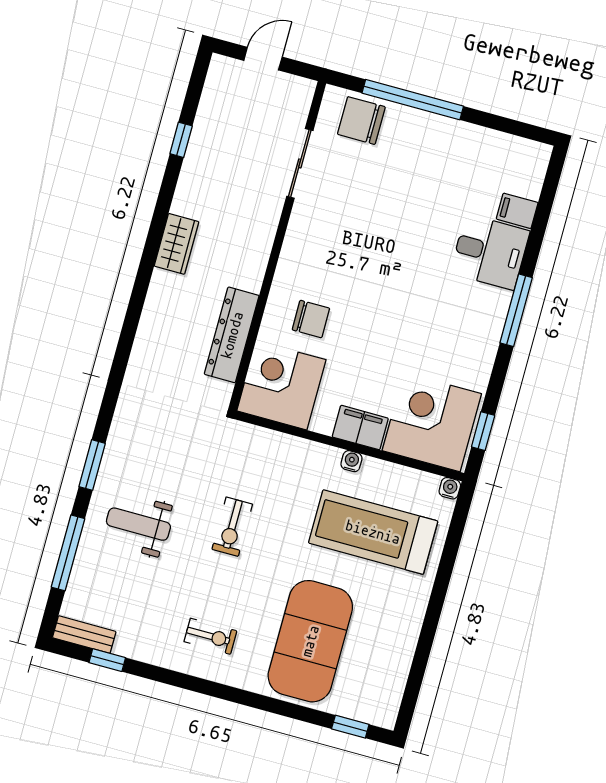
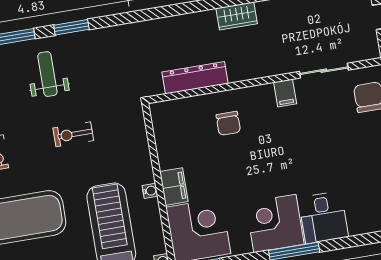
filing cabinet: (517, 211) -> (285, 93), moved, turned 180
corner desk: (281, 385) -> (275, 223), moved, turned -90

